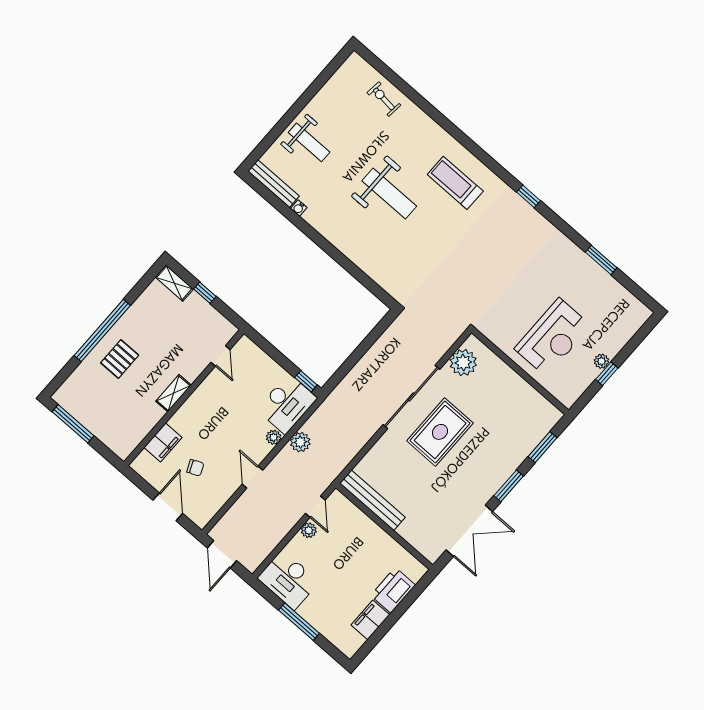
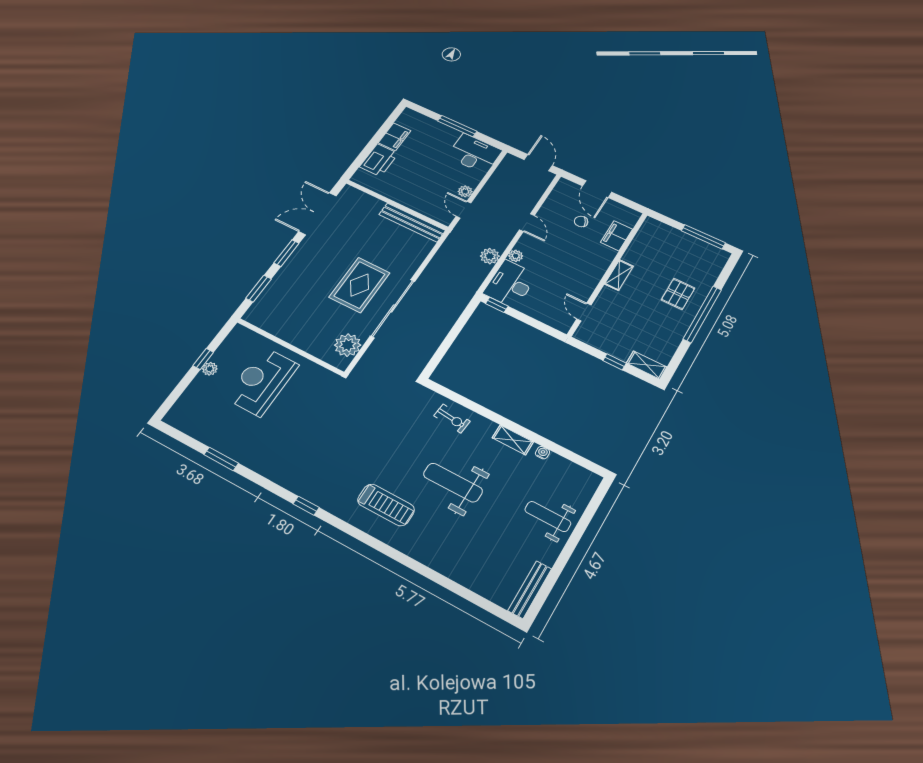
exercise bike: (384, 99) -> (452, 419), moved
bench: (274, 184) -> (530, 590), moved, turned 90
shelving: (324, 227) -> (513, 440), added

